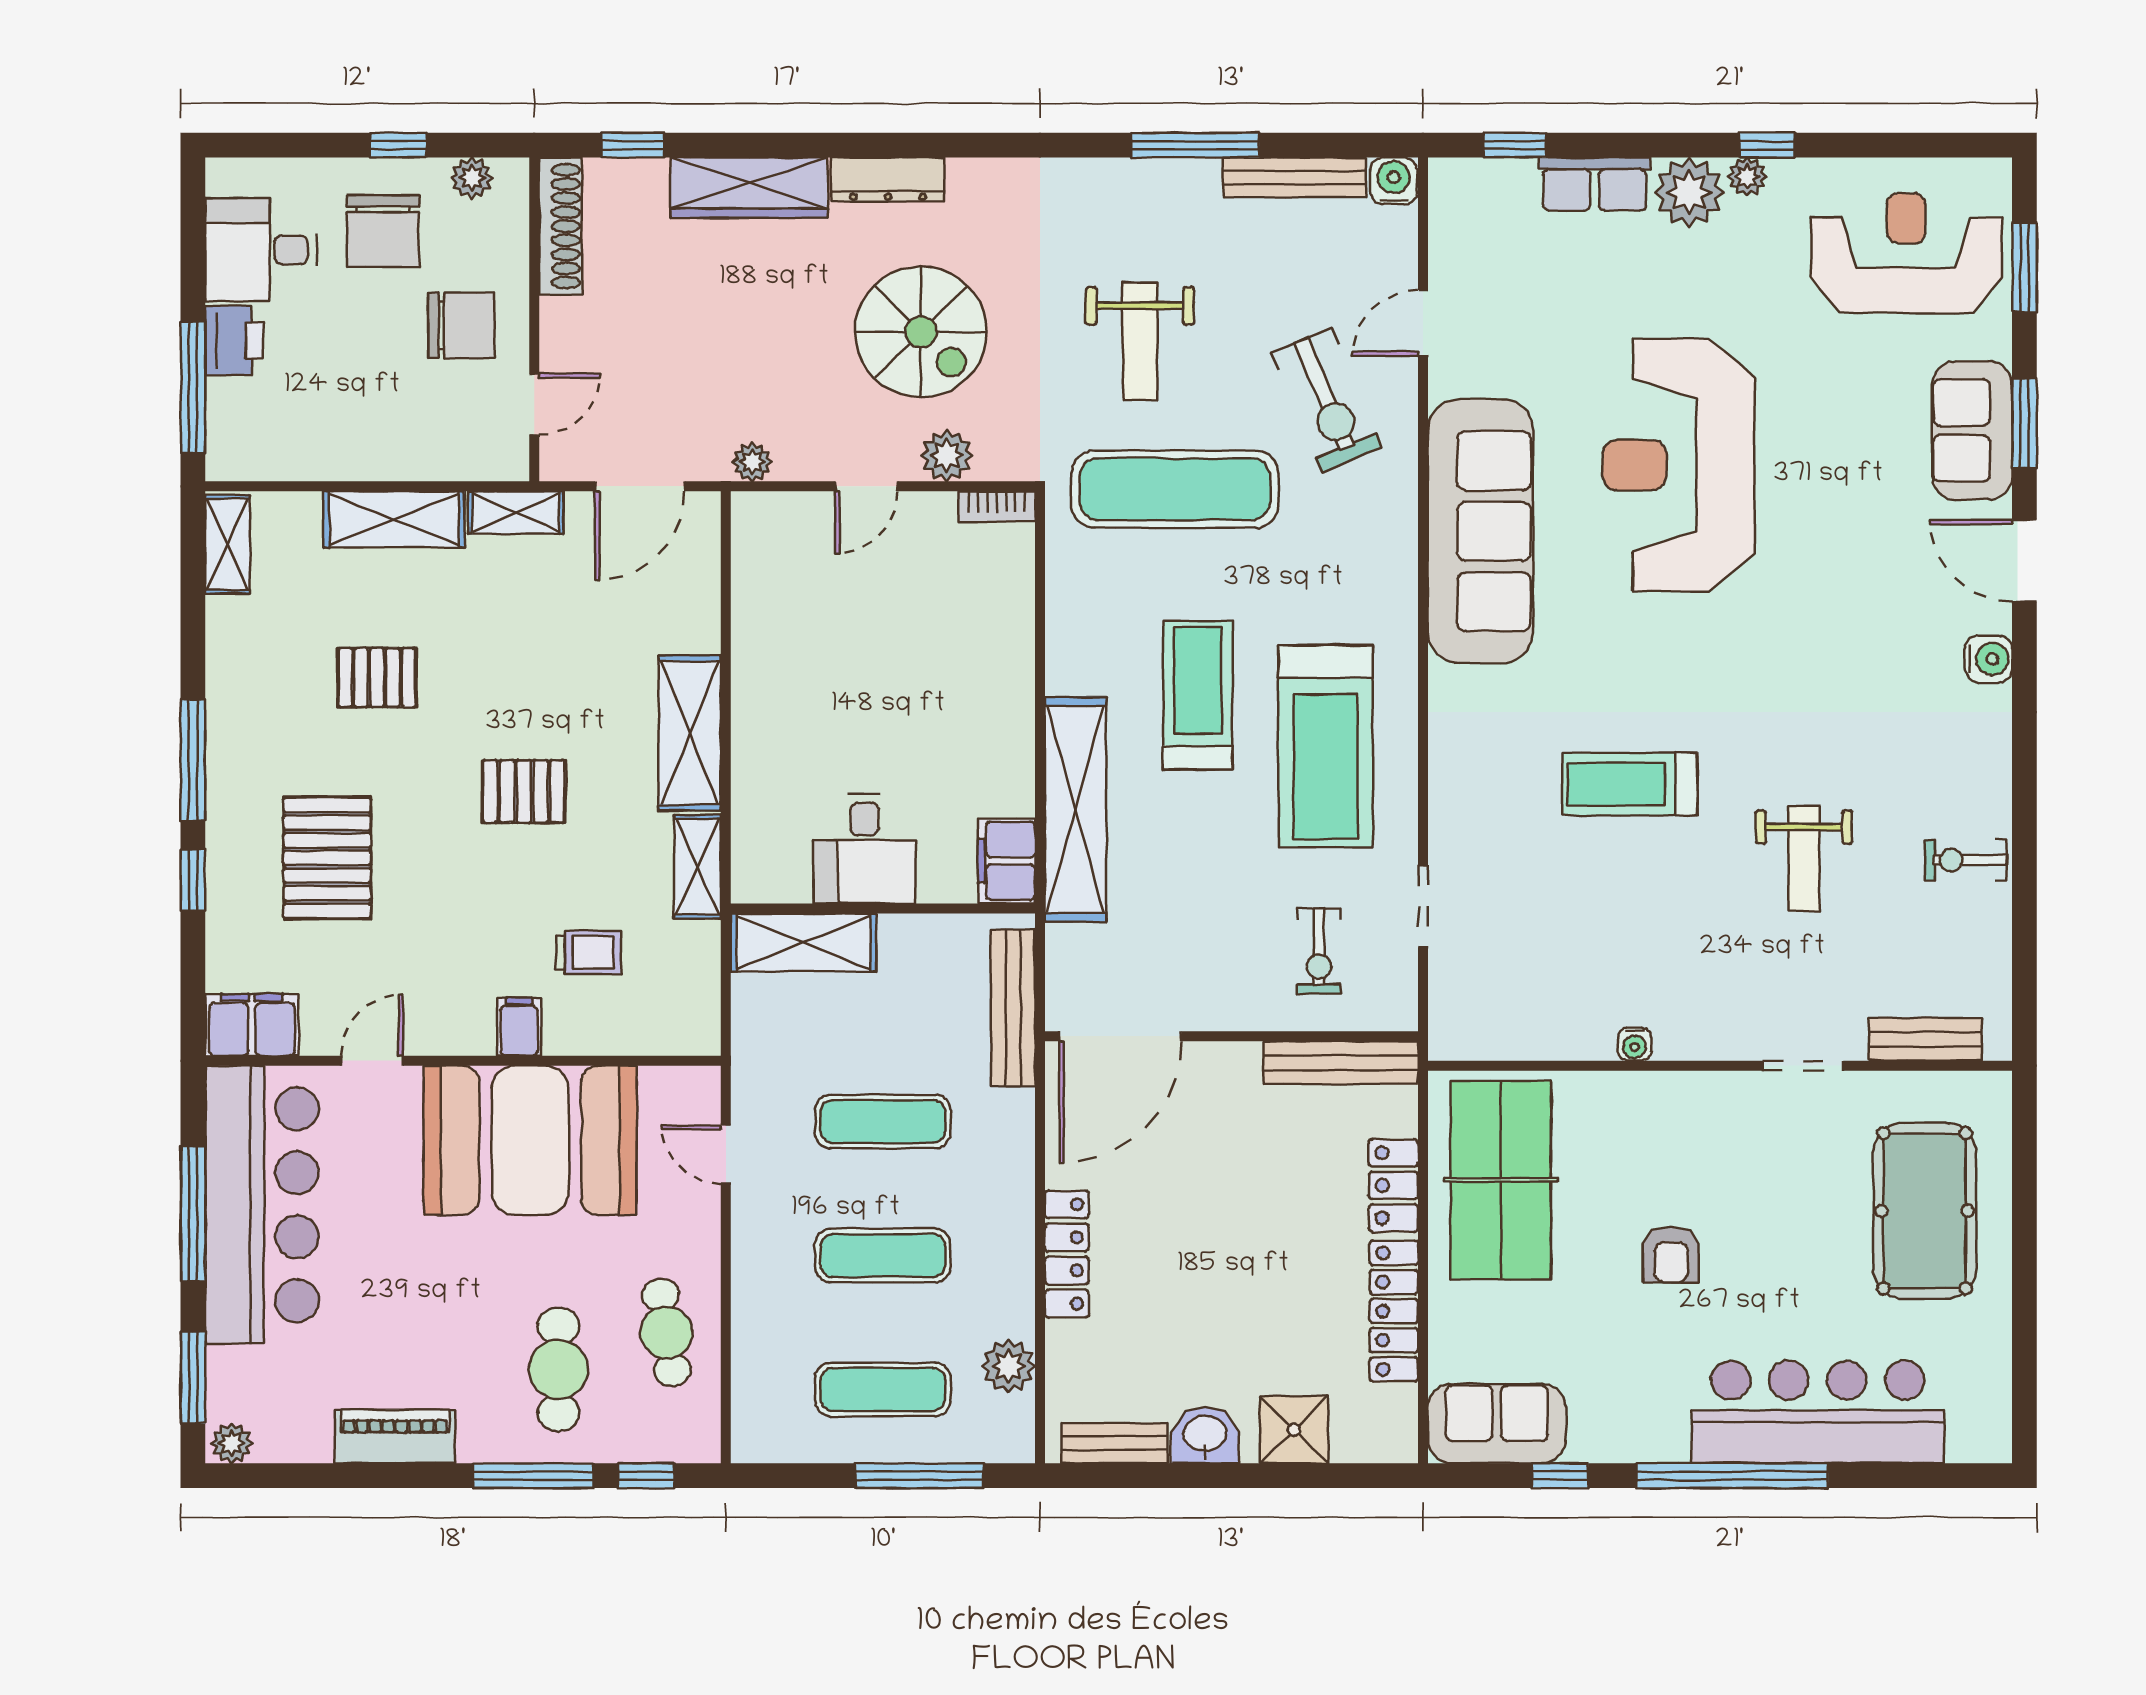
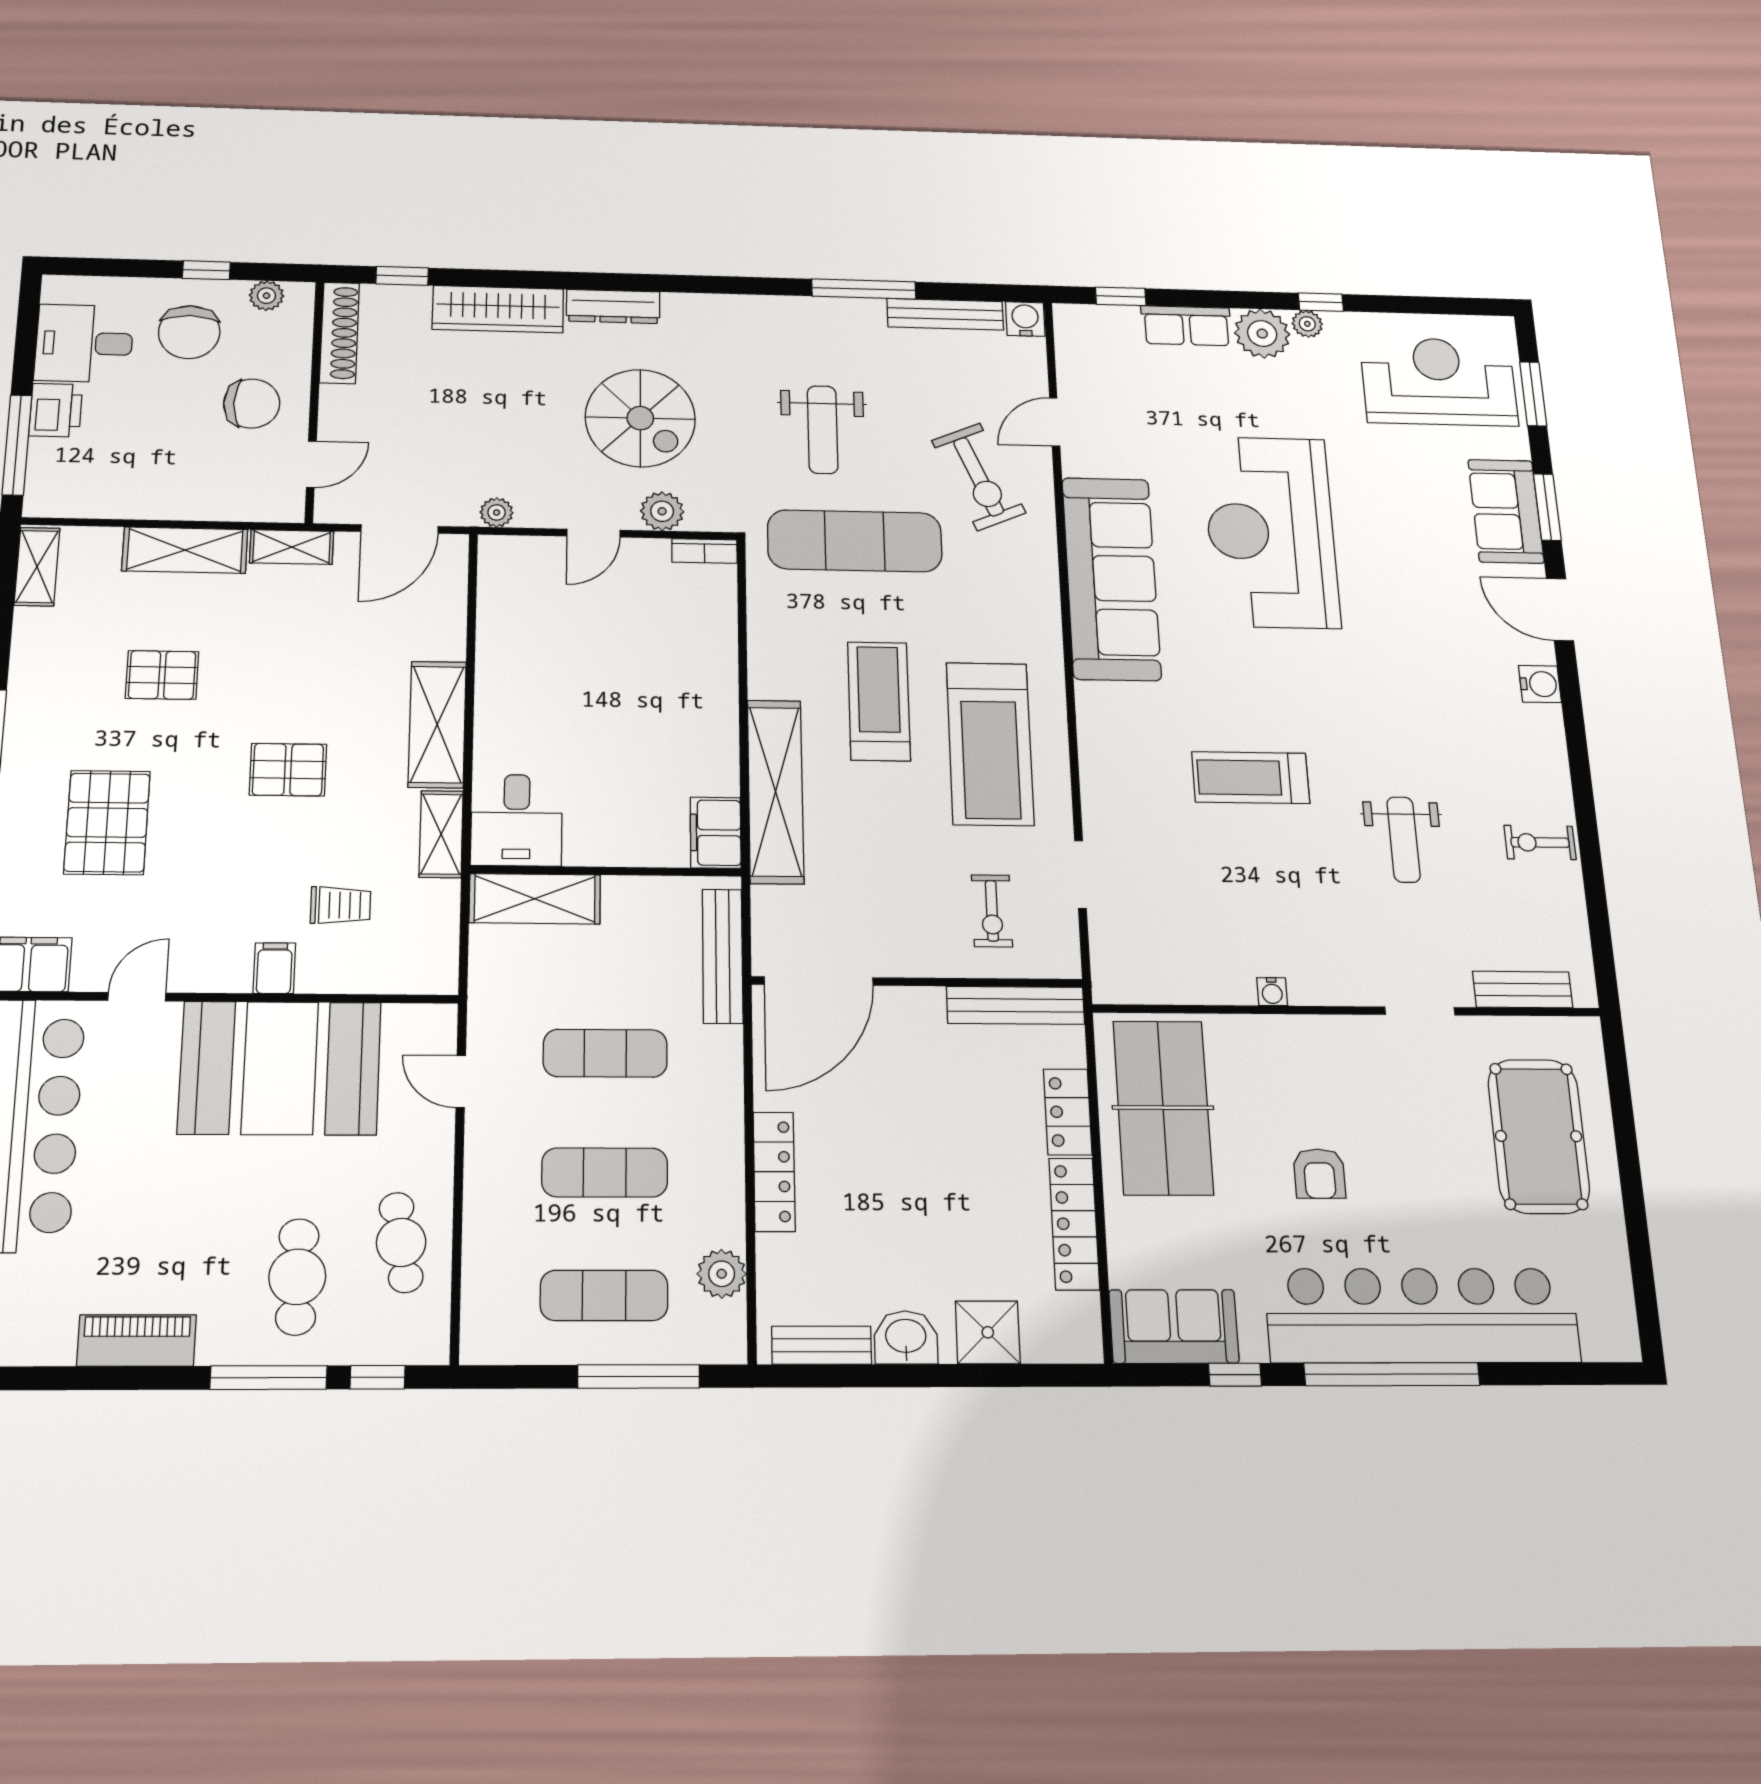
desk: (864, 849) -> (517, 820), moved
bar counter: (1818, 1412) -> (1422, 1315), width x1.36

